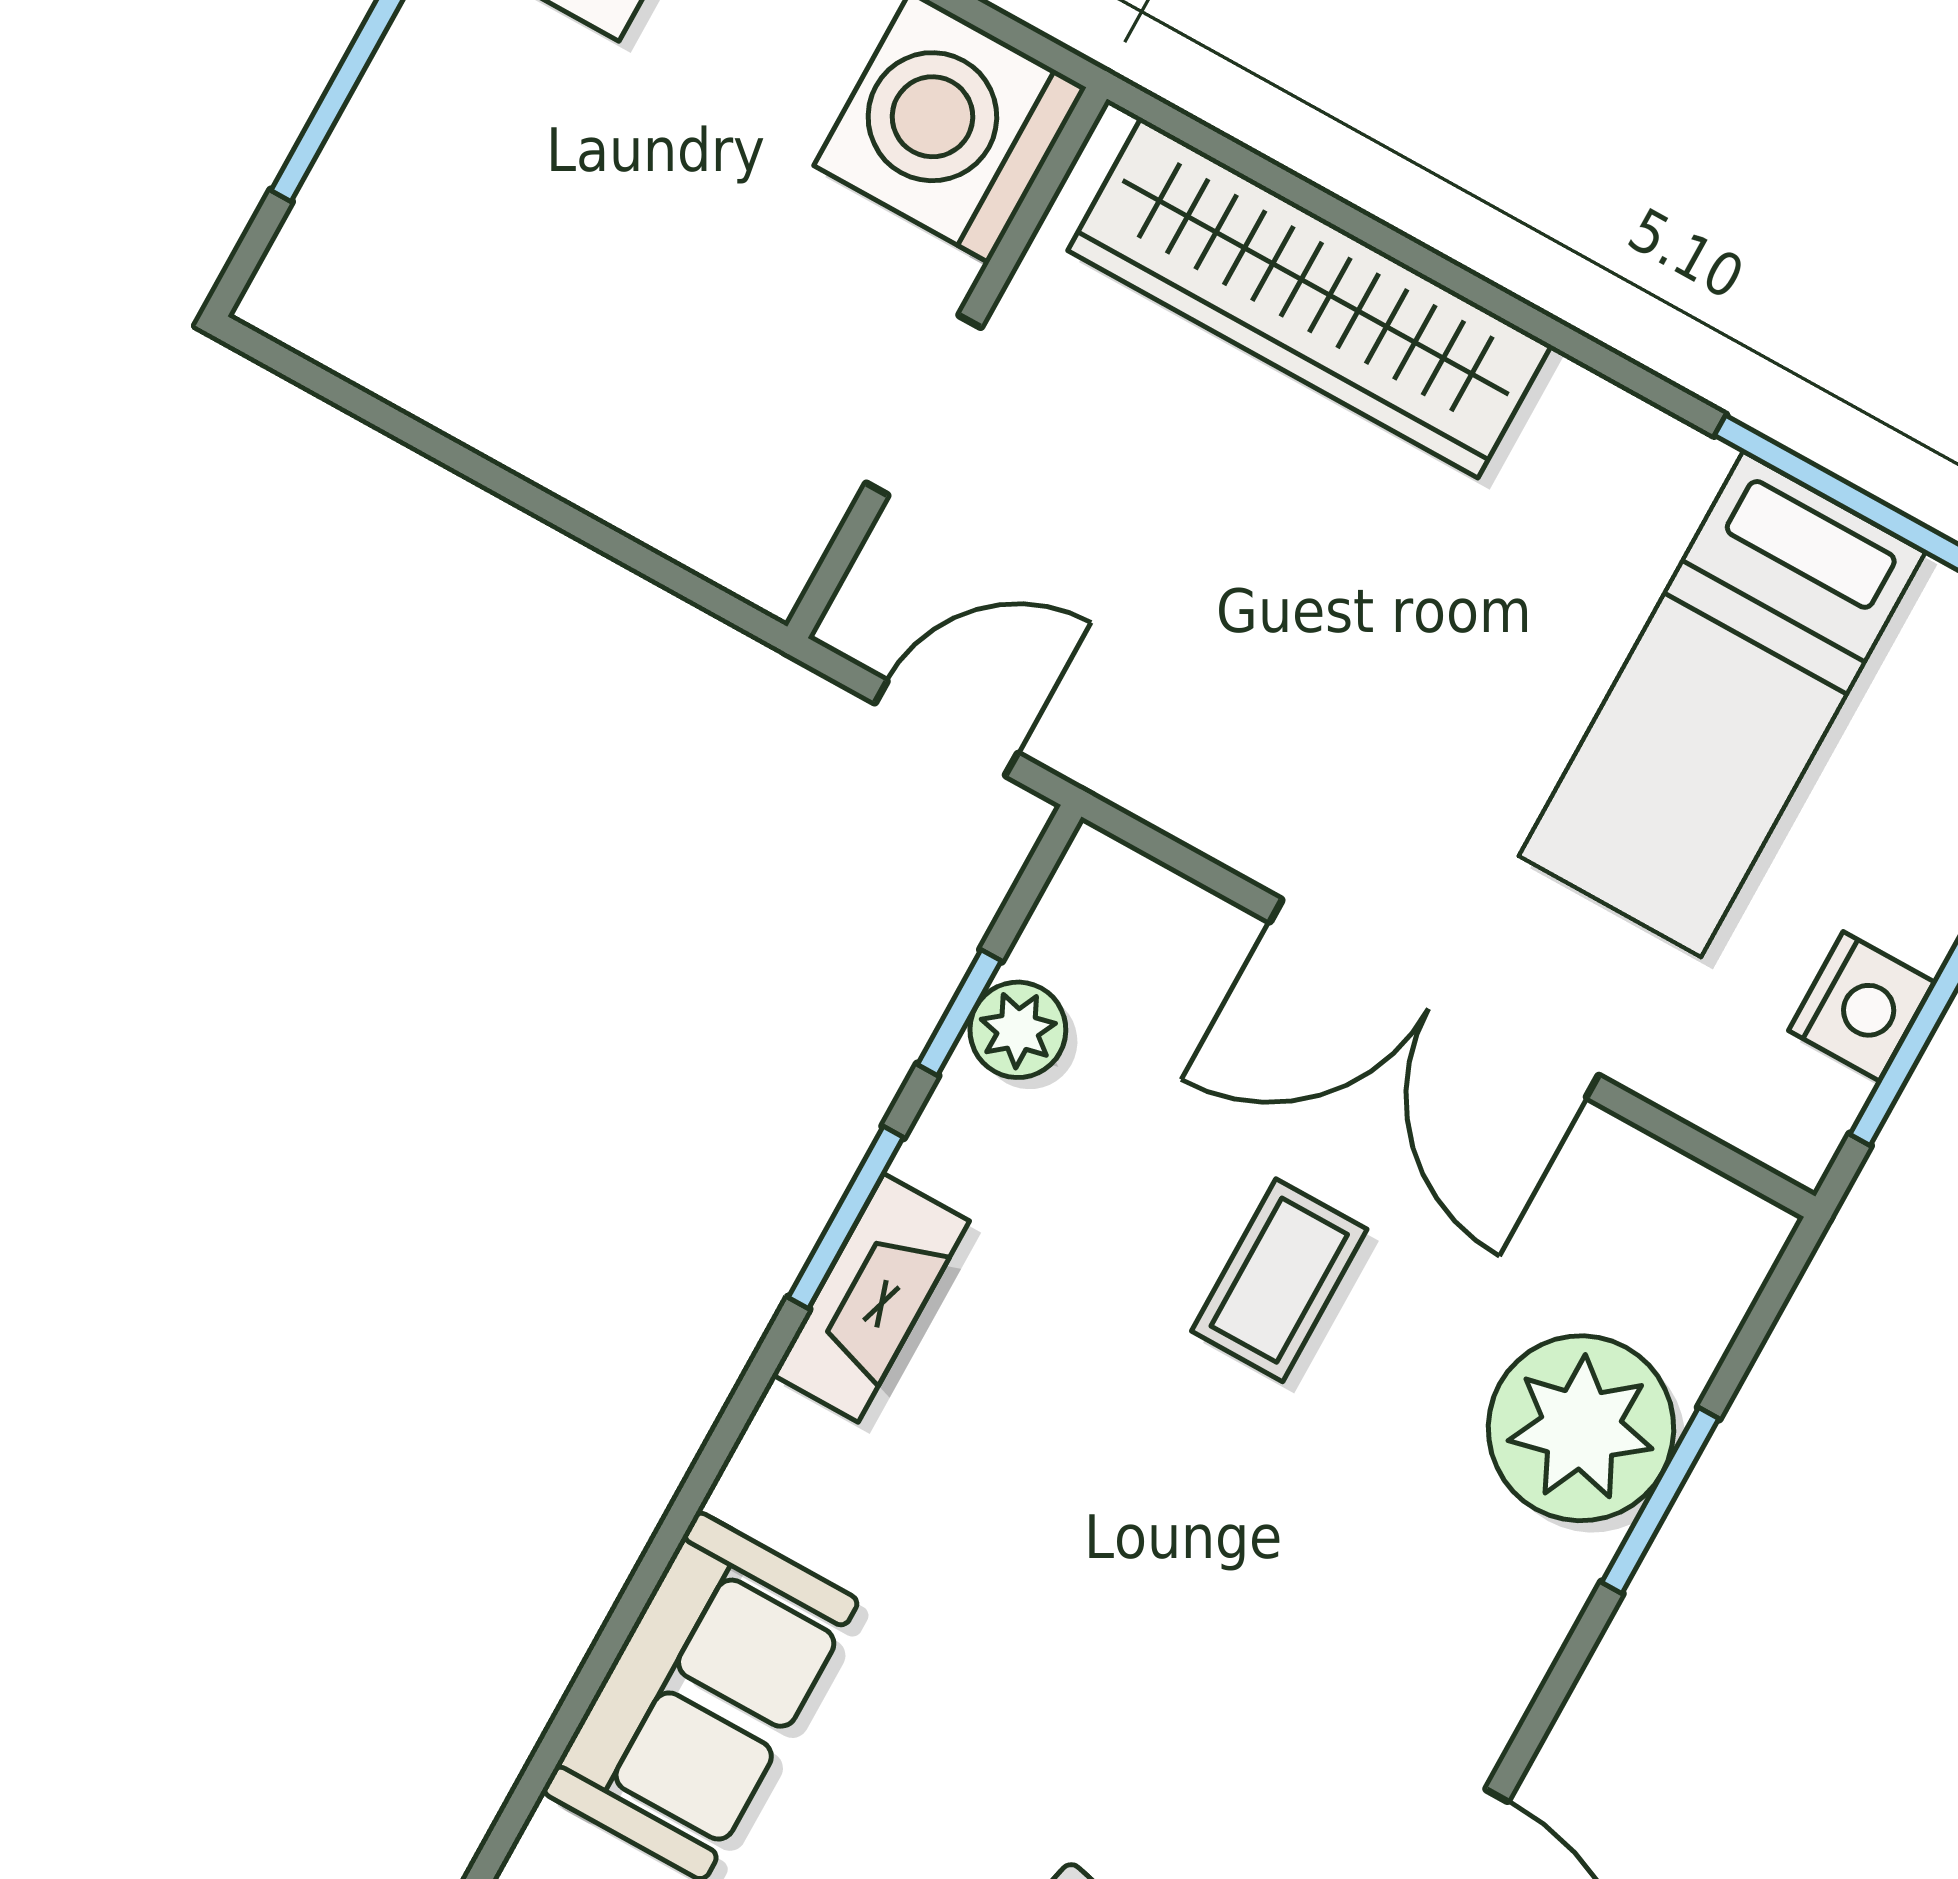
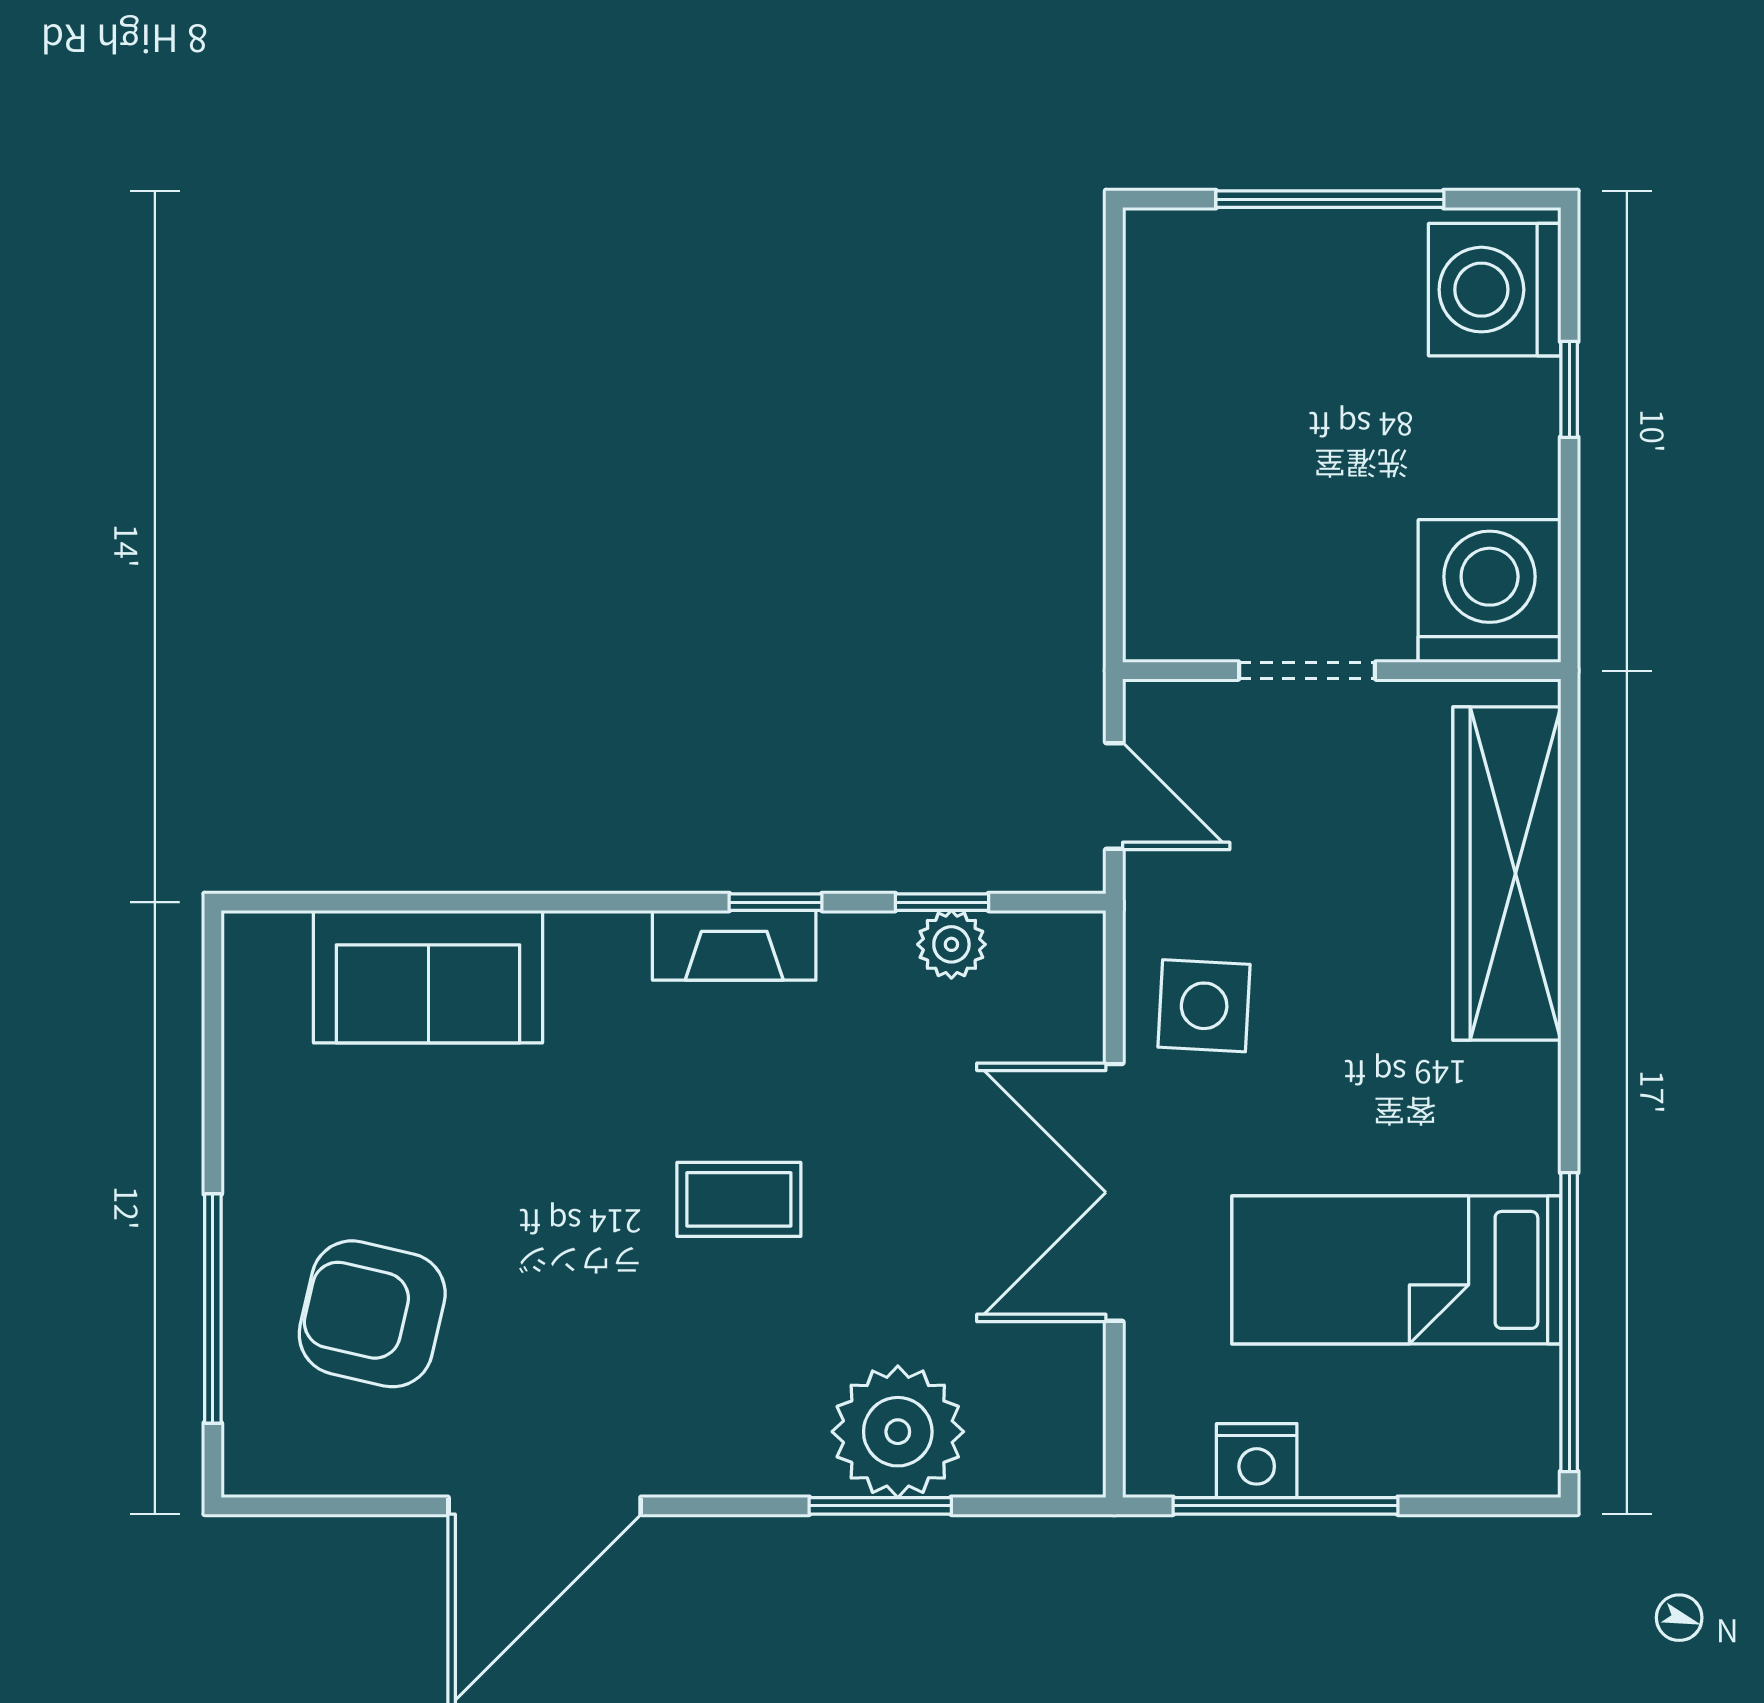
side table: (1266, 761) -> (1204, 1006), added
window: (846, 1217) -> (776, 902), width x0.67
coffee table: (1279, 1280) -> (739, 1199), moved

